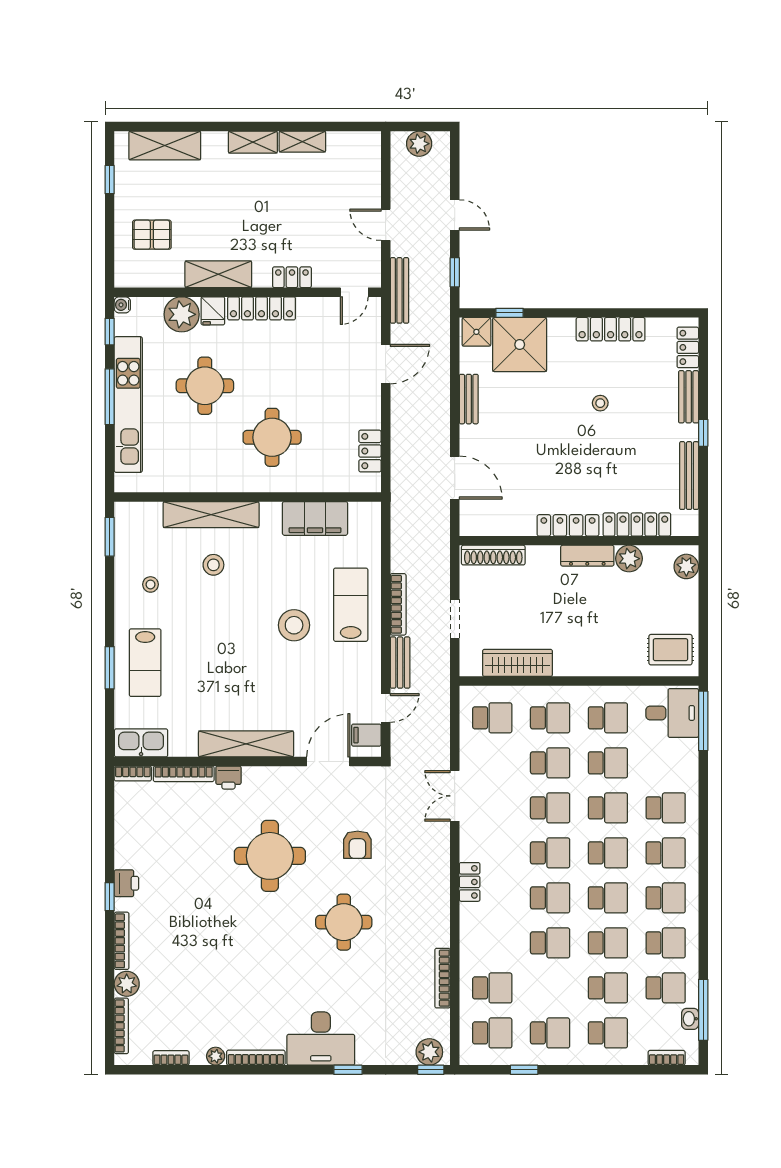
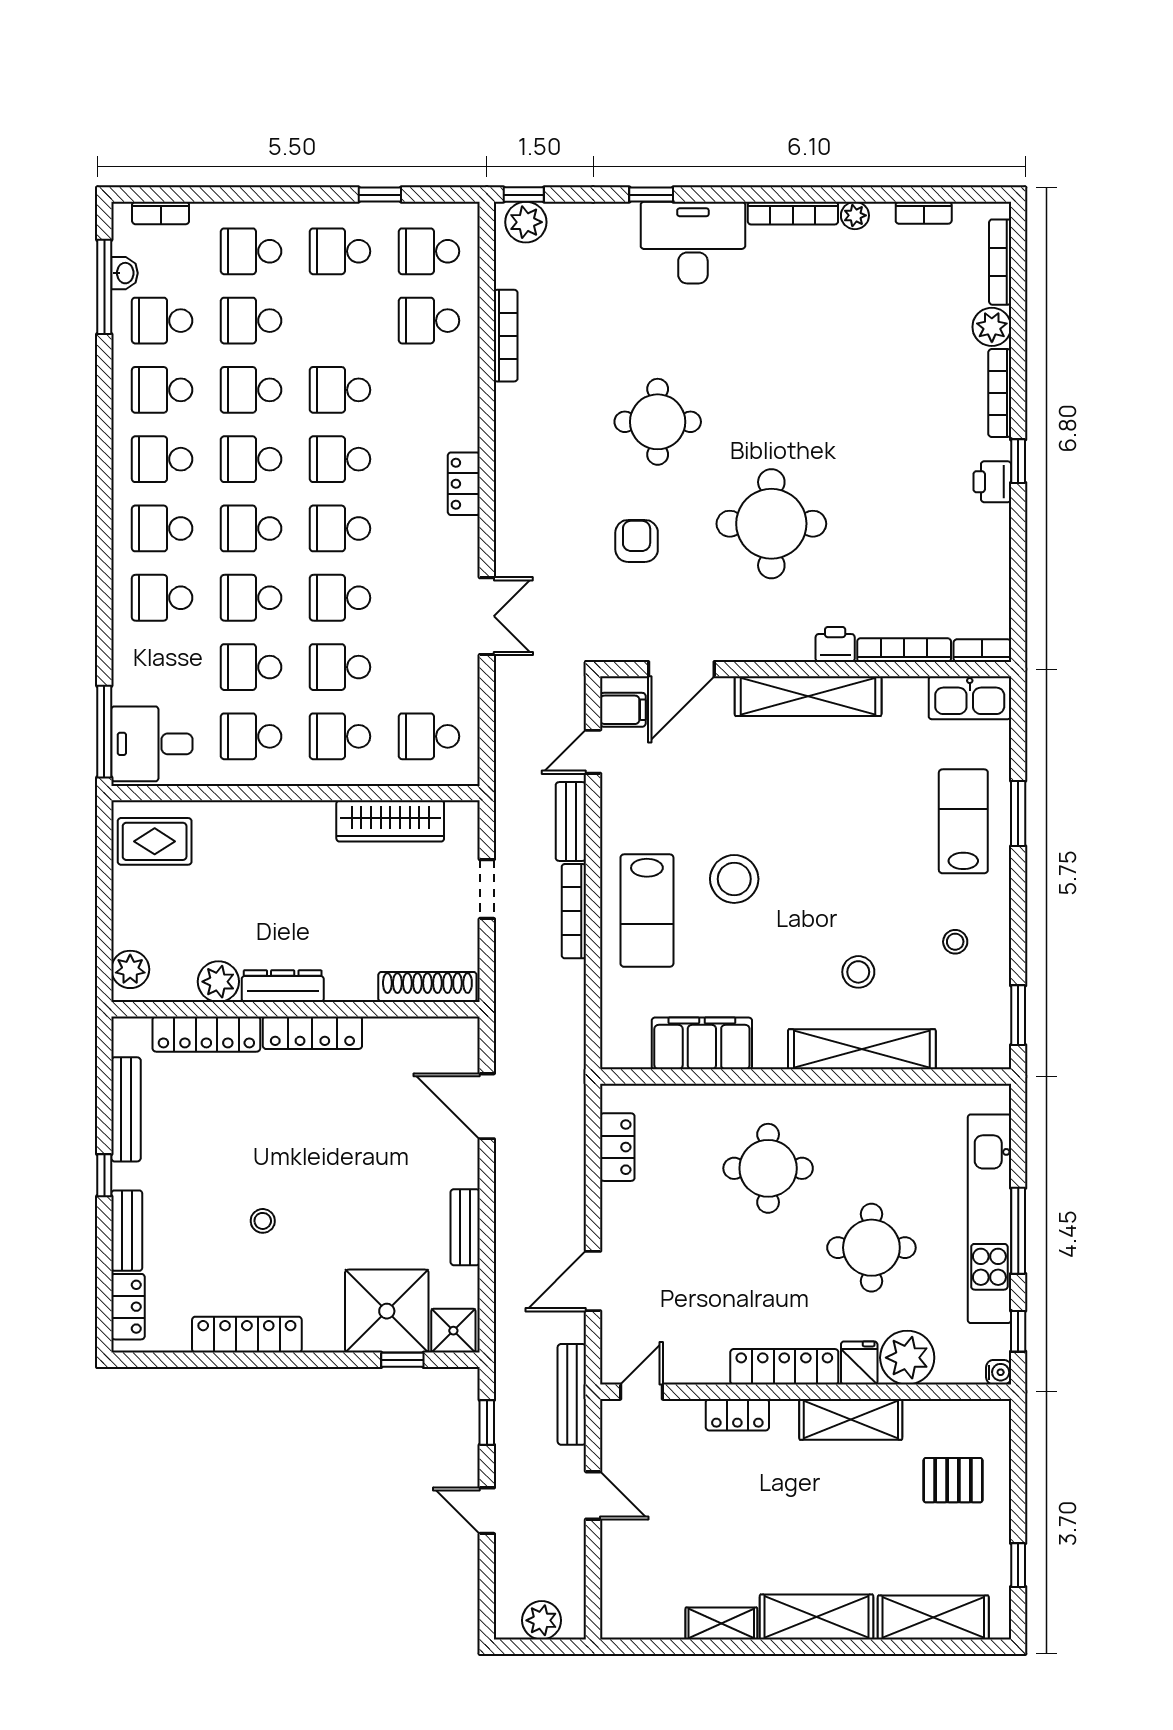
shelving: (253, 142) -> (816, 1617), width x1.50, depth x1.33

